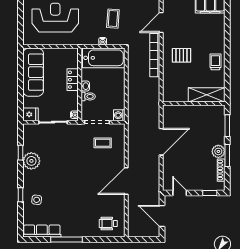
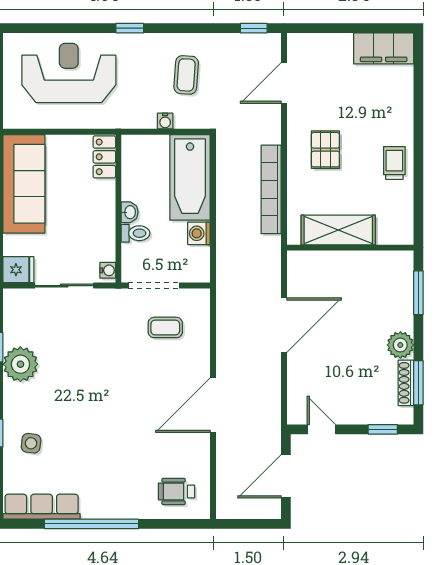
bookcase: (155, 55) -> (271, 189), moved
pallet: (181, 55) -> (325, 150), turned 90
bathtub: (104, 58) -> (190, 177), moved, turned 90
locker: (73, 80) -> (104, 157), moved
shelving: (207, 95) -> (338, 230), moved
washing machine: (119, 115) -> (199, 233), moved
window: (227, 156) -> (418, 383), moved
door: (162, 216) -> (286, 476), hinge flipped
window: (66, 239) -> (92, 524), width x1.46

